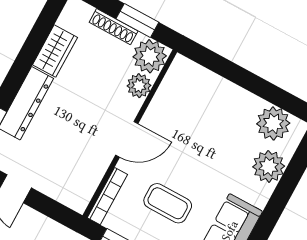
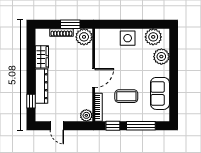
plant: (139, 86) -> (86, 115), moved
side table: (226, 101) -> (128, 38), added

